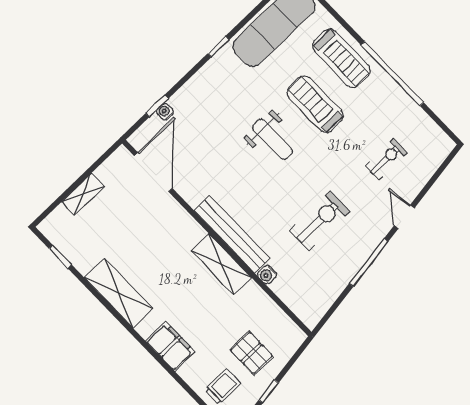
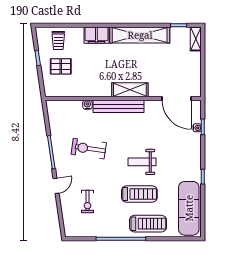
treadmill: (342, 58) -> (148, 224), turned 180
shelving: (83, 194) -> (196, 39), moved
door: (404, 217) -> (56, 186), hinge flipped
exercise bike: (319, 221) -> (89, 149), turned 98
shelving: (221, 264) -> (130, 90), moved
shelving: (119, 293) -> (140, 35), width x1.47

